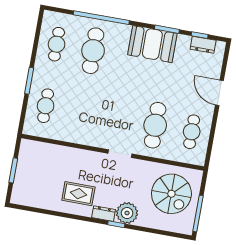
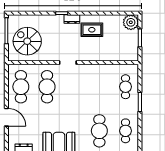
cafe table: (192, 132) -> (21, 87), width x1.37, depth x1.35
plant: (127, 213) -> (131, 22), moved

